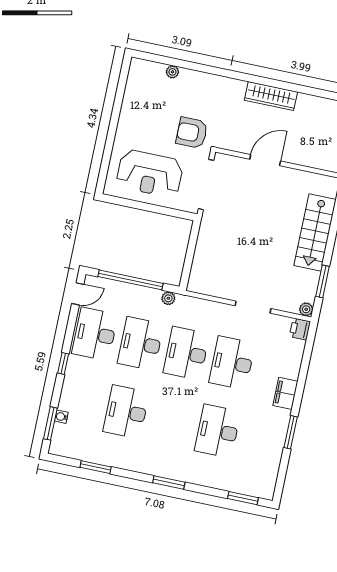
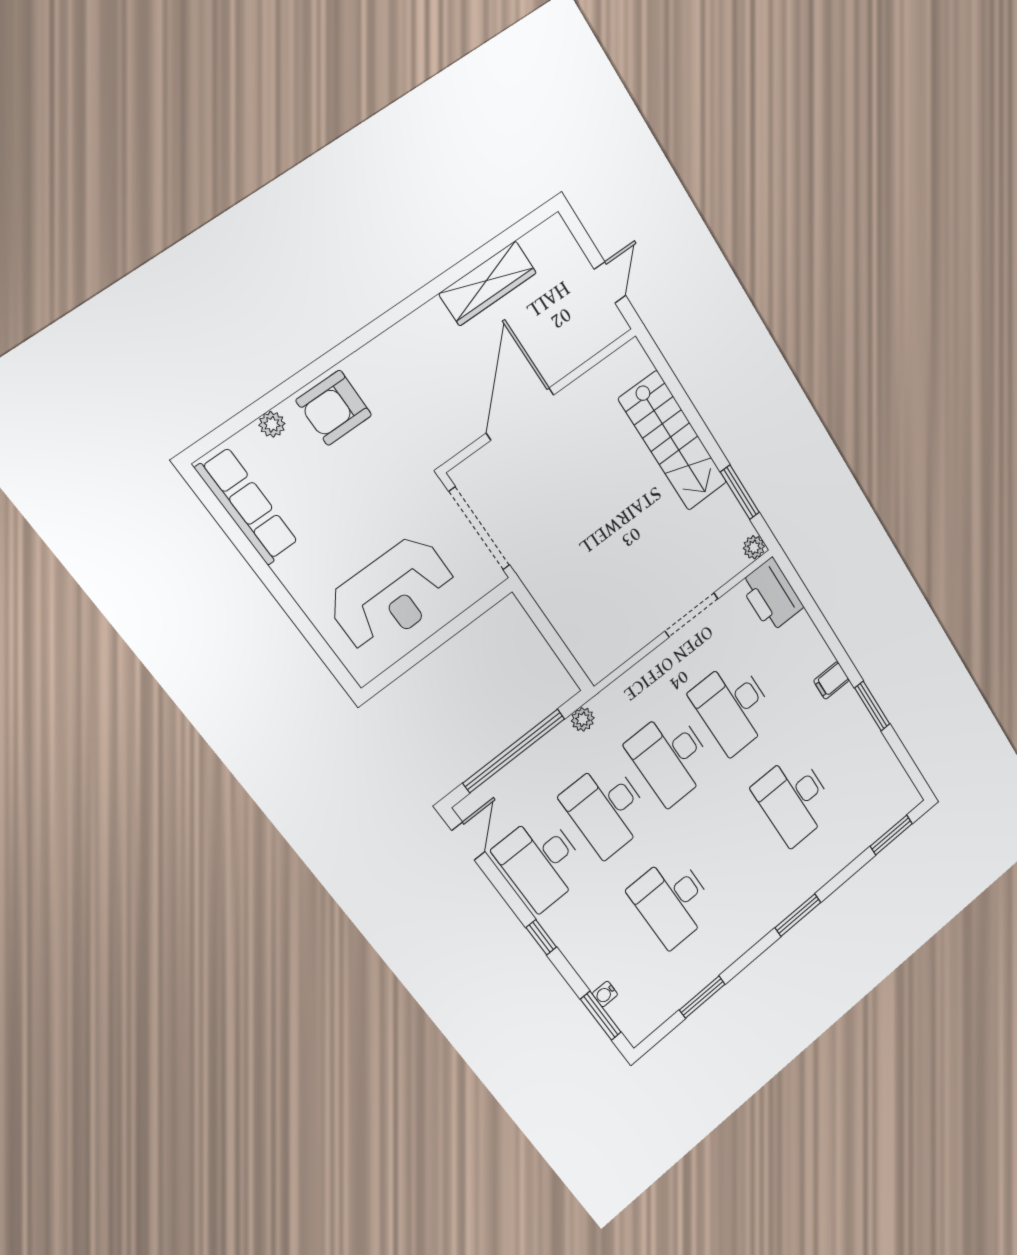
row of seats: (134, 90) -> (247, 506), added
wardrobe: (271, 96) -> (488, 283), moved
armchair: (192, 133) -> (334, 408), moved
door: (265, 160) -> (520, 414), width x1.36
printer: (300, 329) -> (771, 595), width x1.87, depth x1.48
filing cabinet: (285, 393) -> (831, 680), width x0.50

